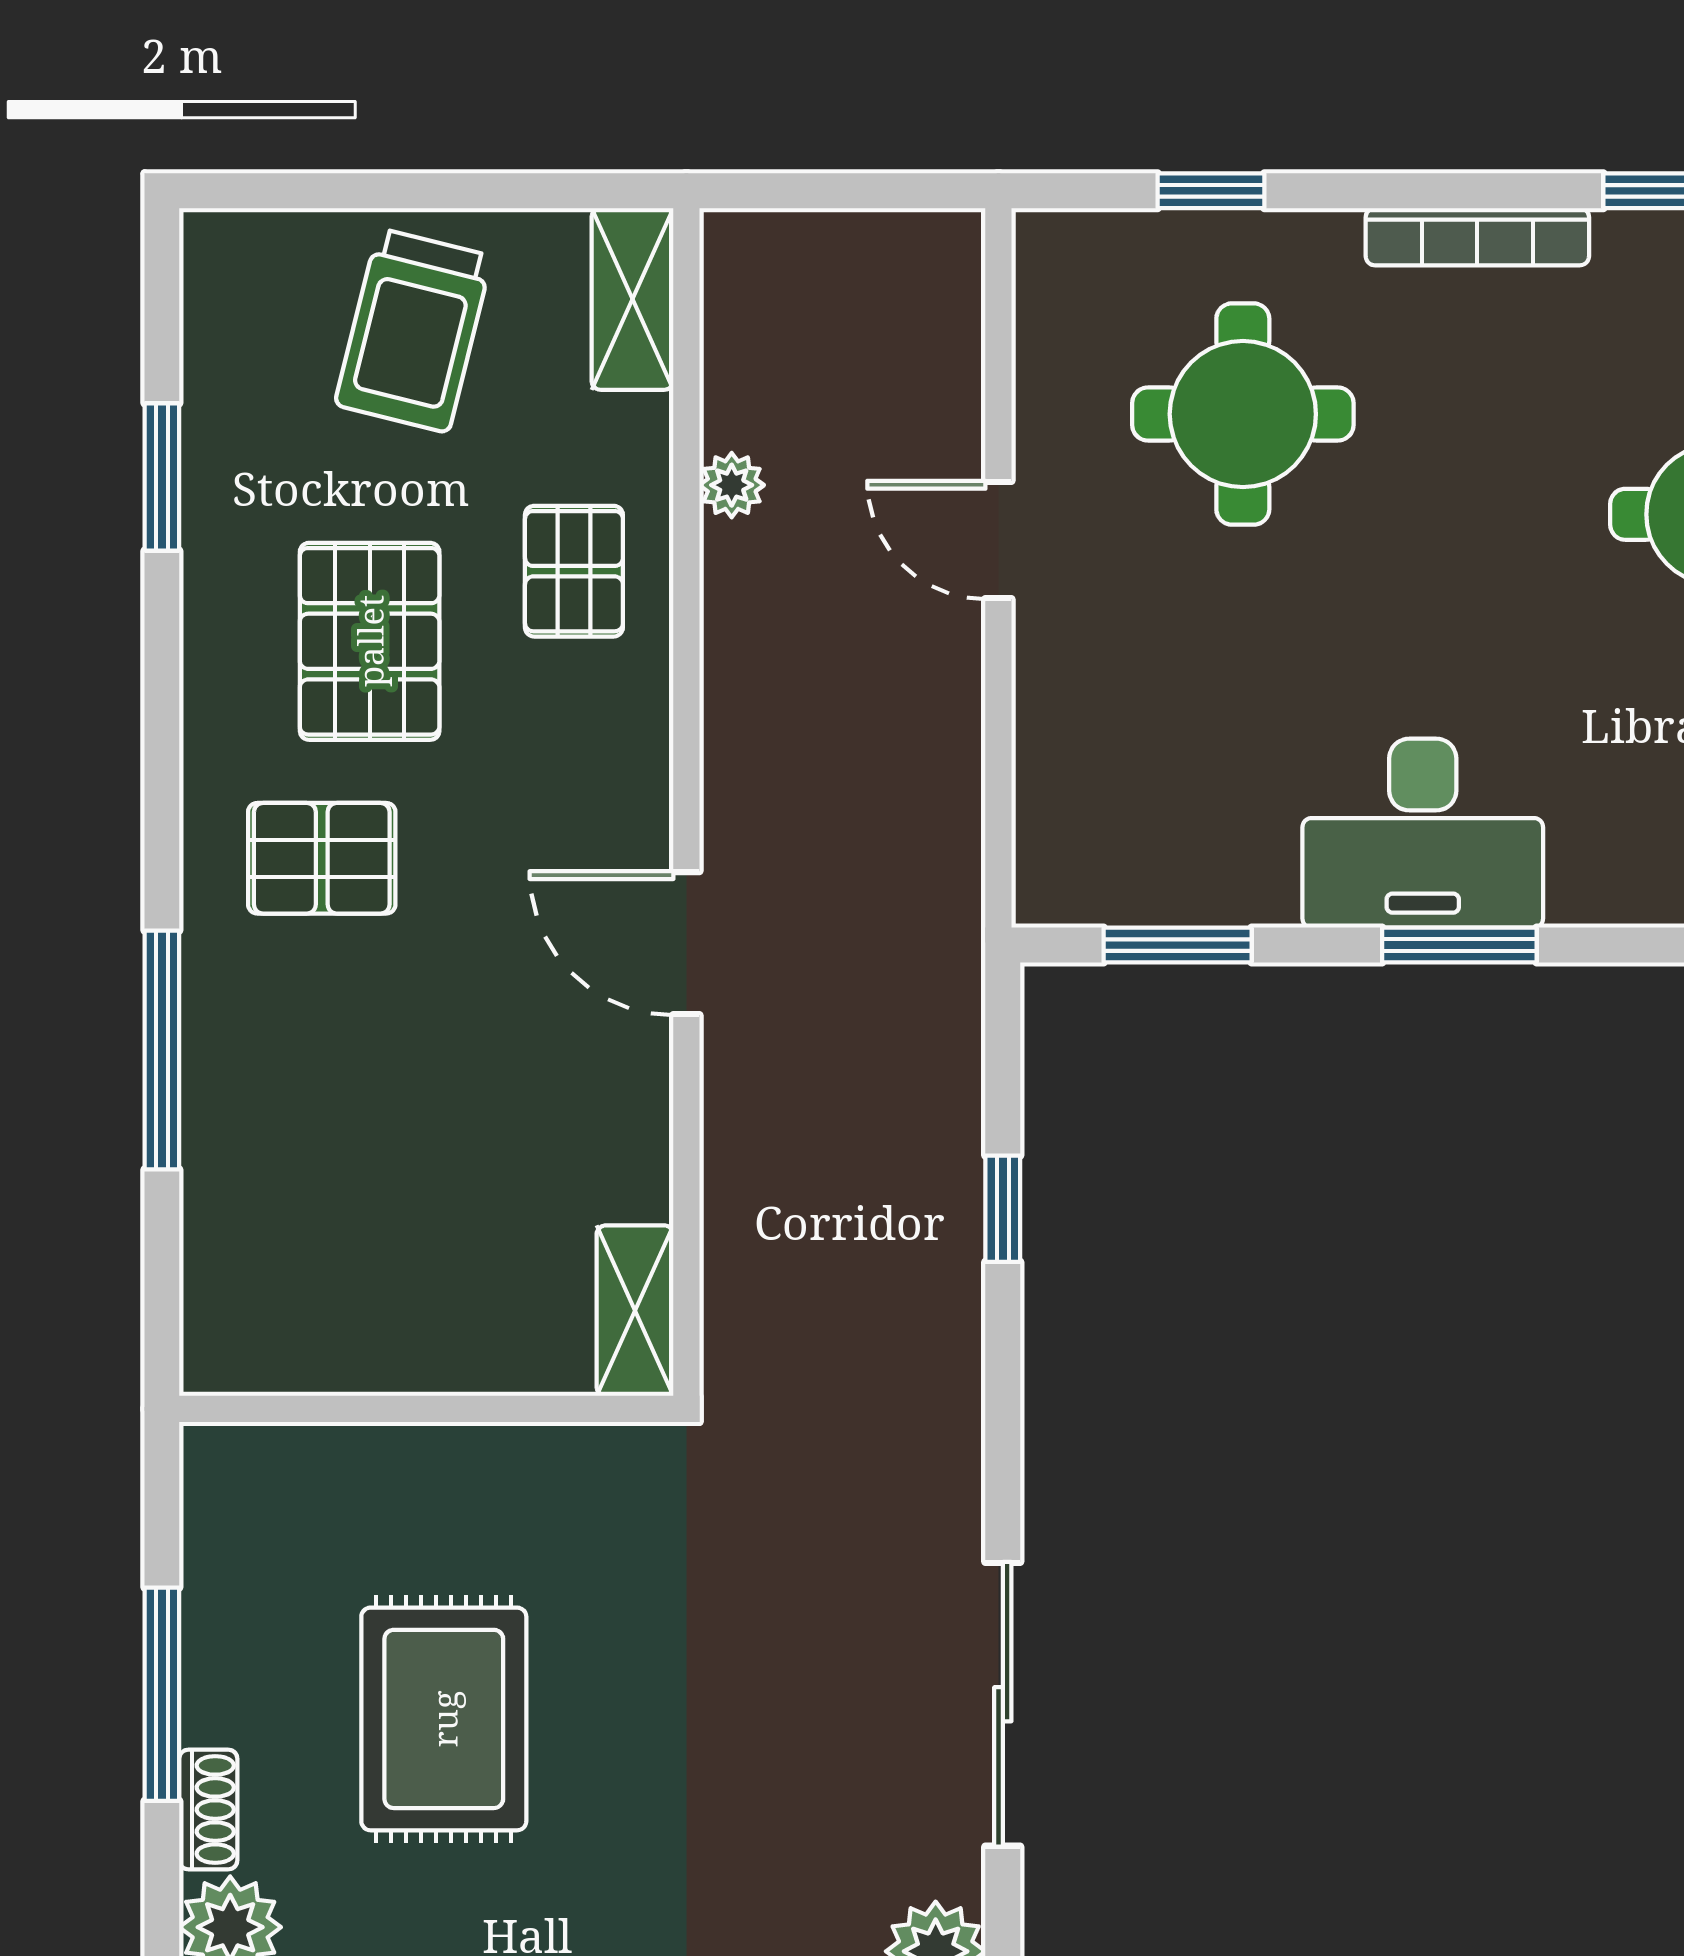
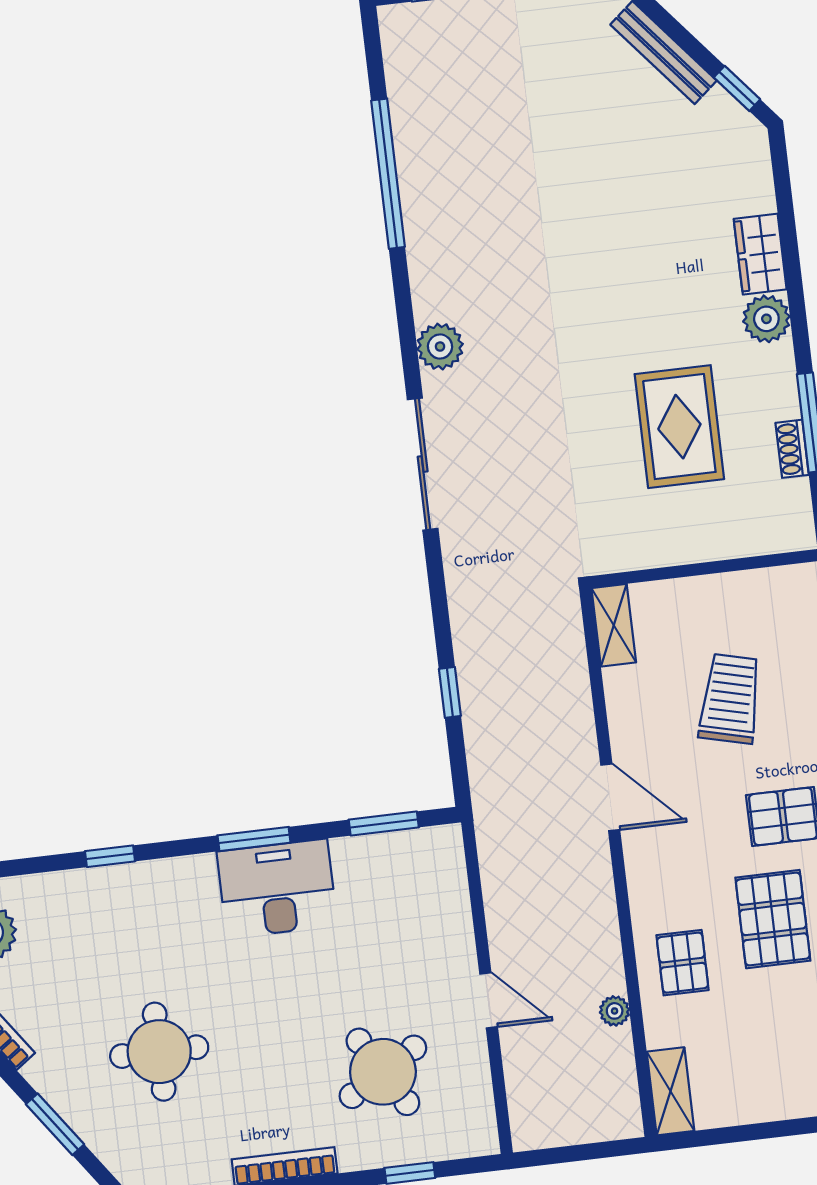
trolley: (414, 330) -> (730, 699), moved
round table: (1243, 414) -> (383, 1072), turned -31
shoe rack: (208, 1810) -> (792, 449), moved

